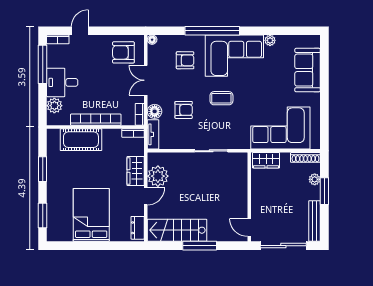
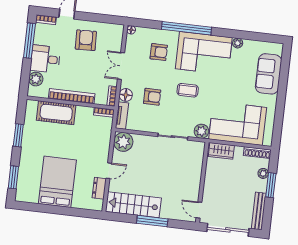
armchair: (123, 52) -> (86, 40), moved, turned 88
plant: (242, 141) -> (201, 131), added
wardrobe: (136, 171) -> (102, 147), removed
plant: (158, 176) -> (123, 142), moved
dresser: (138, 228) -> (99, 188), moved

